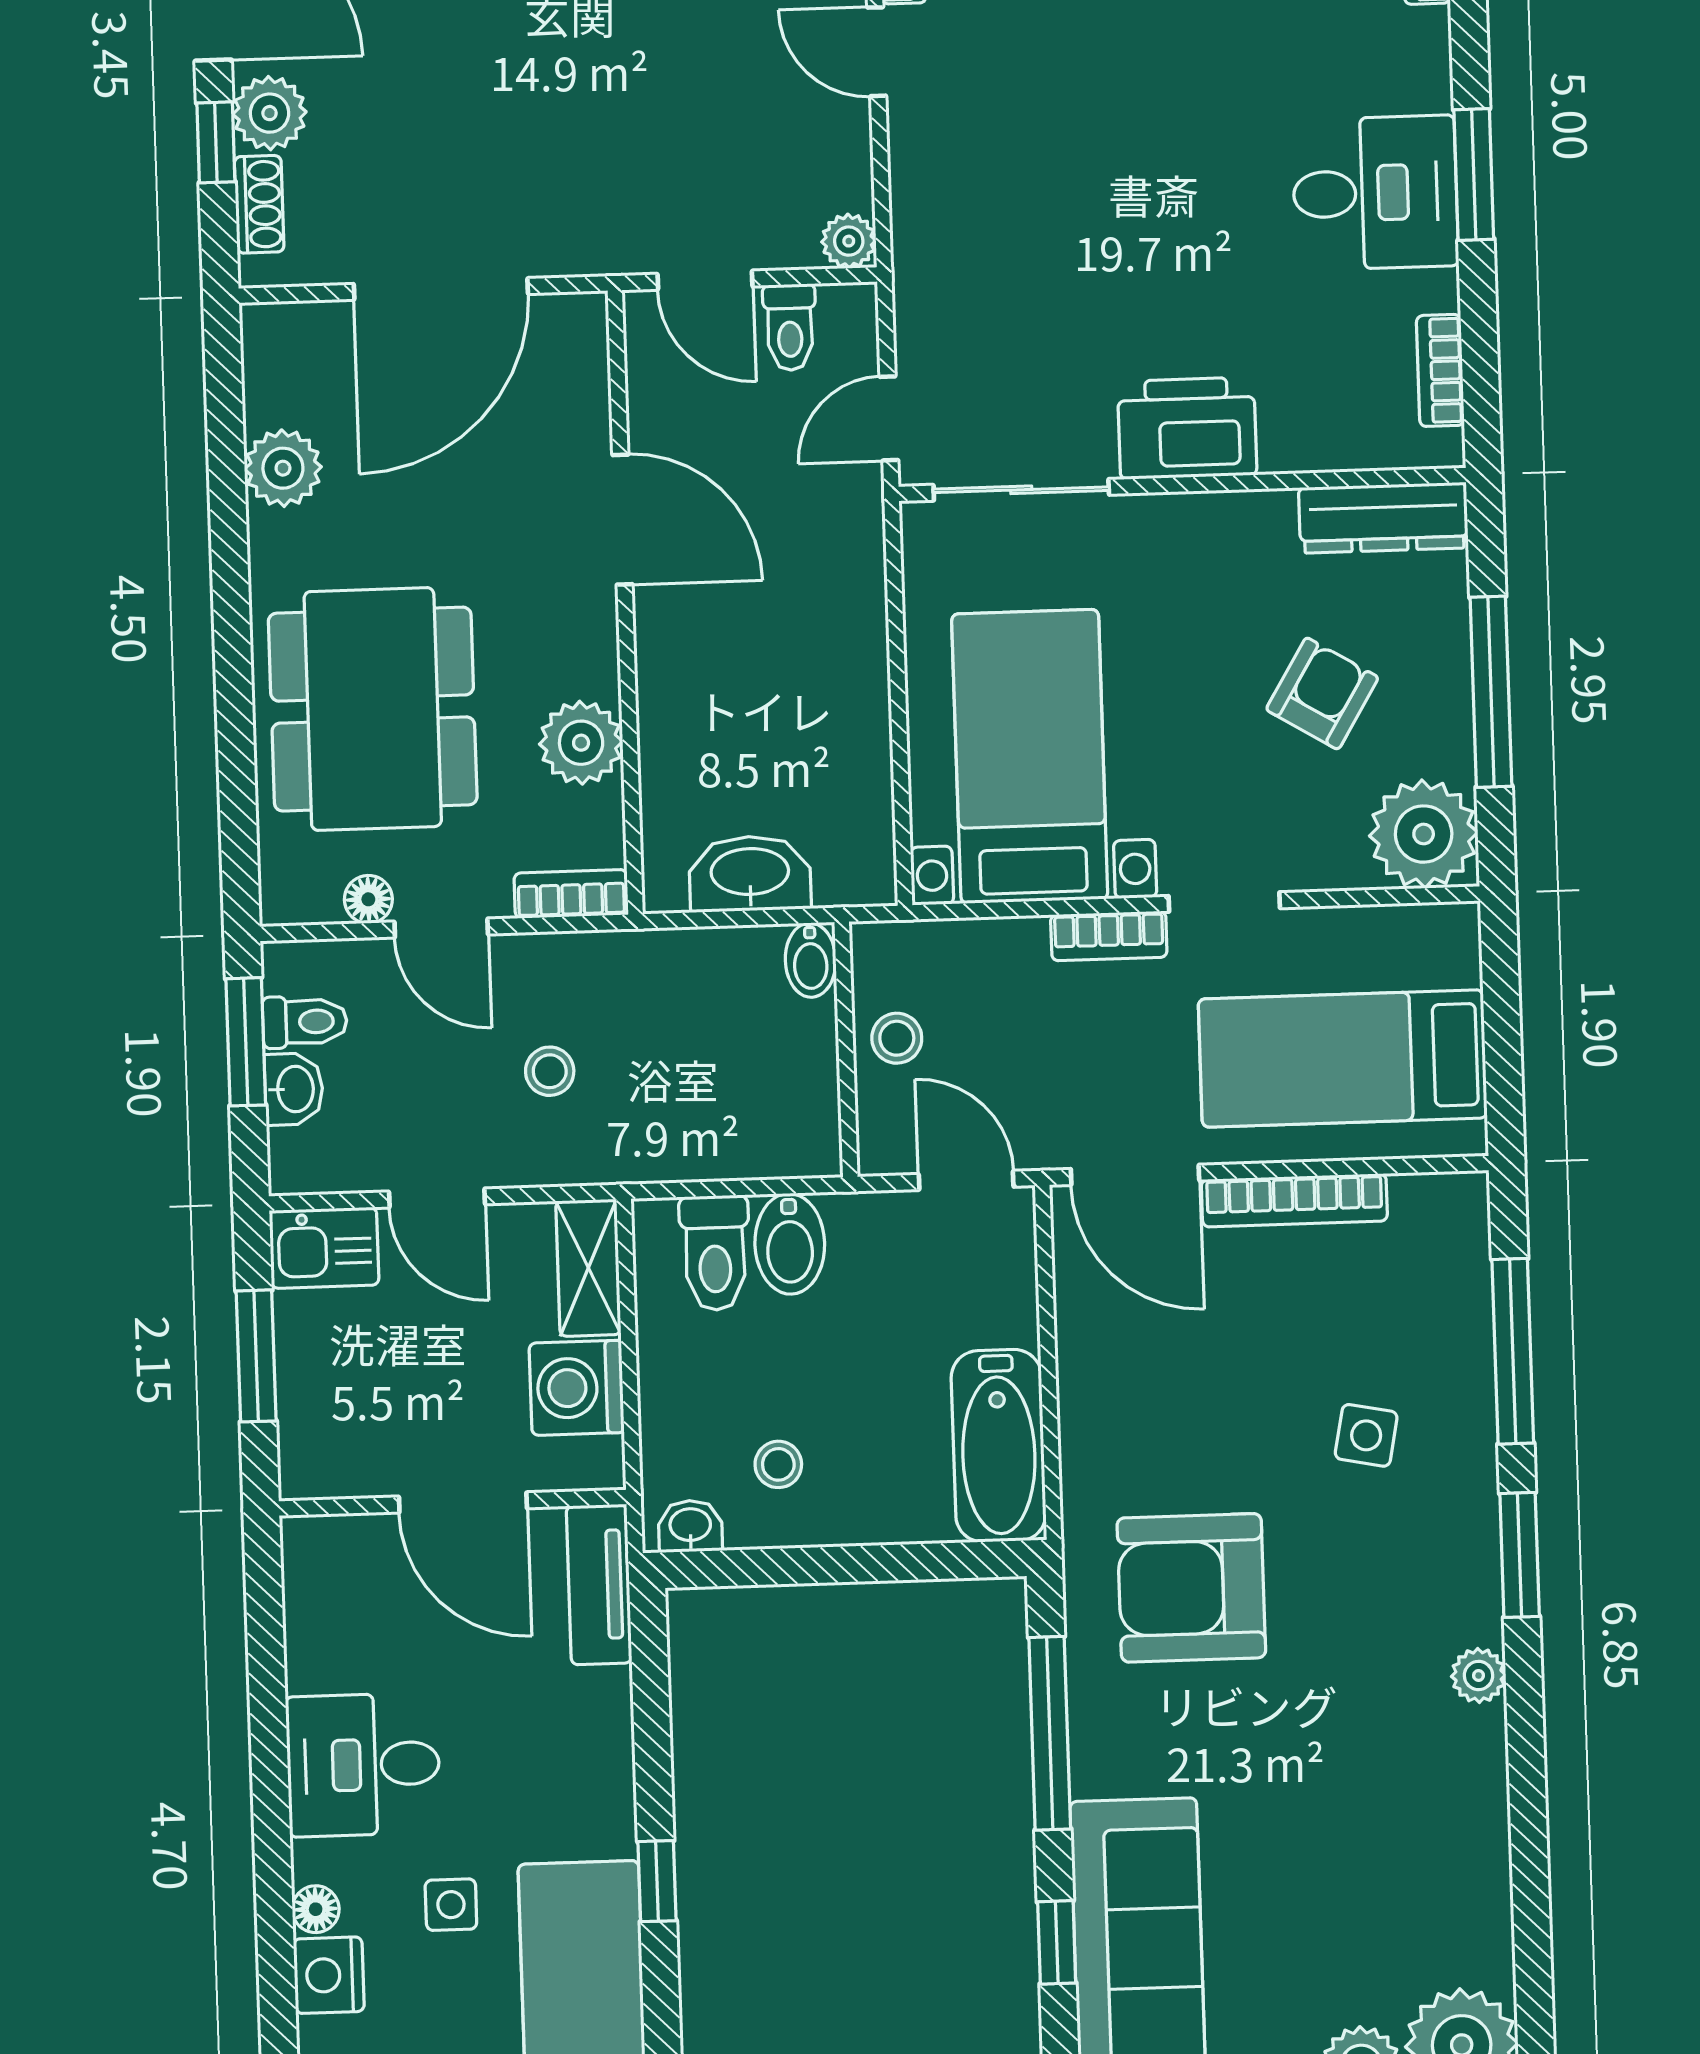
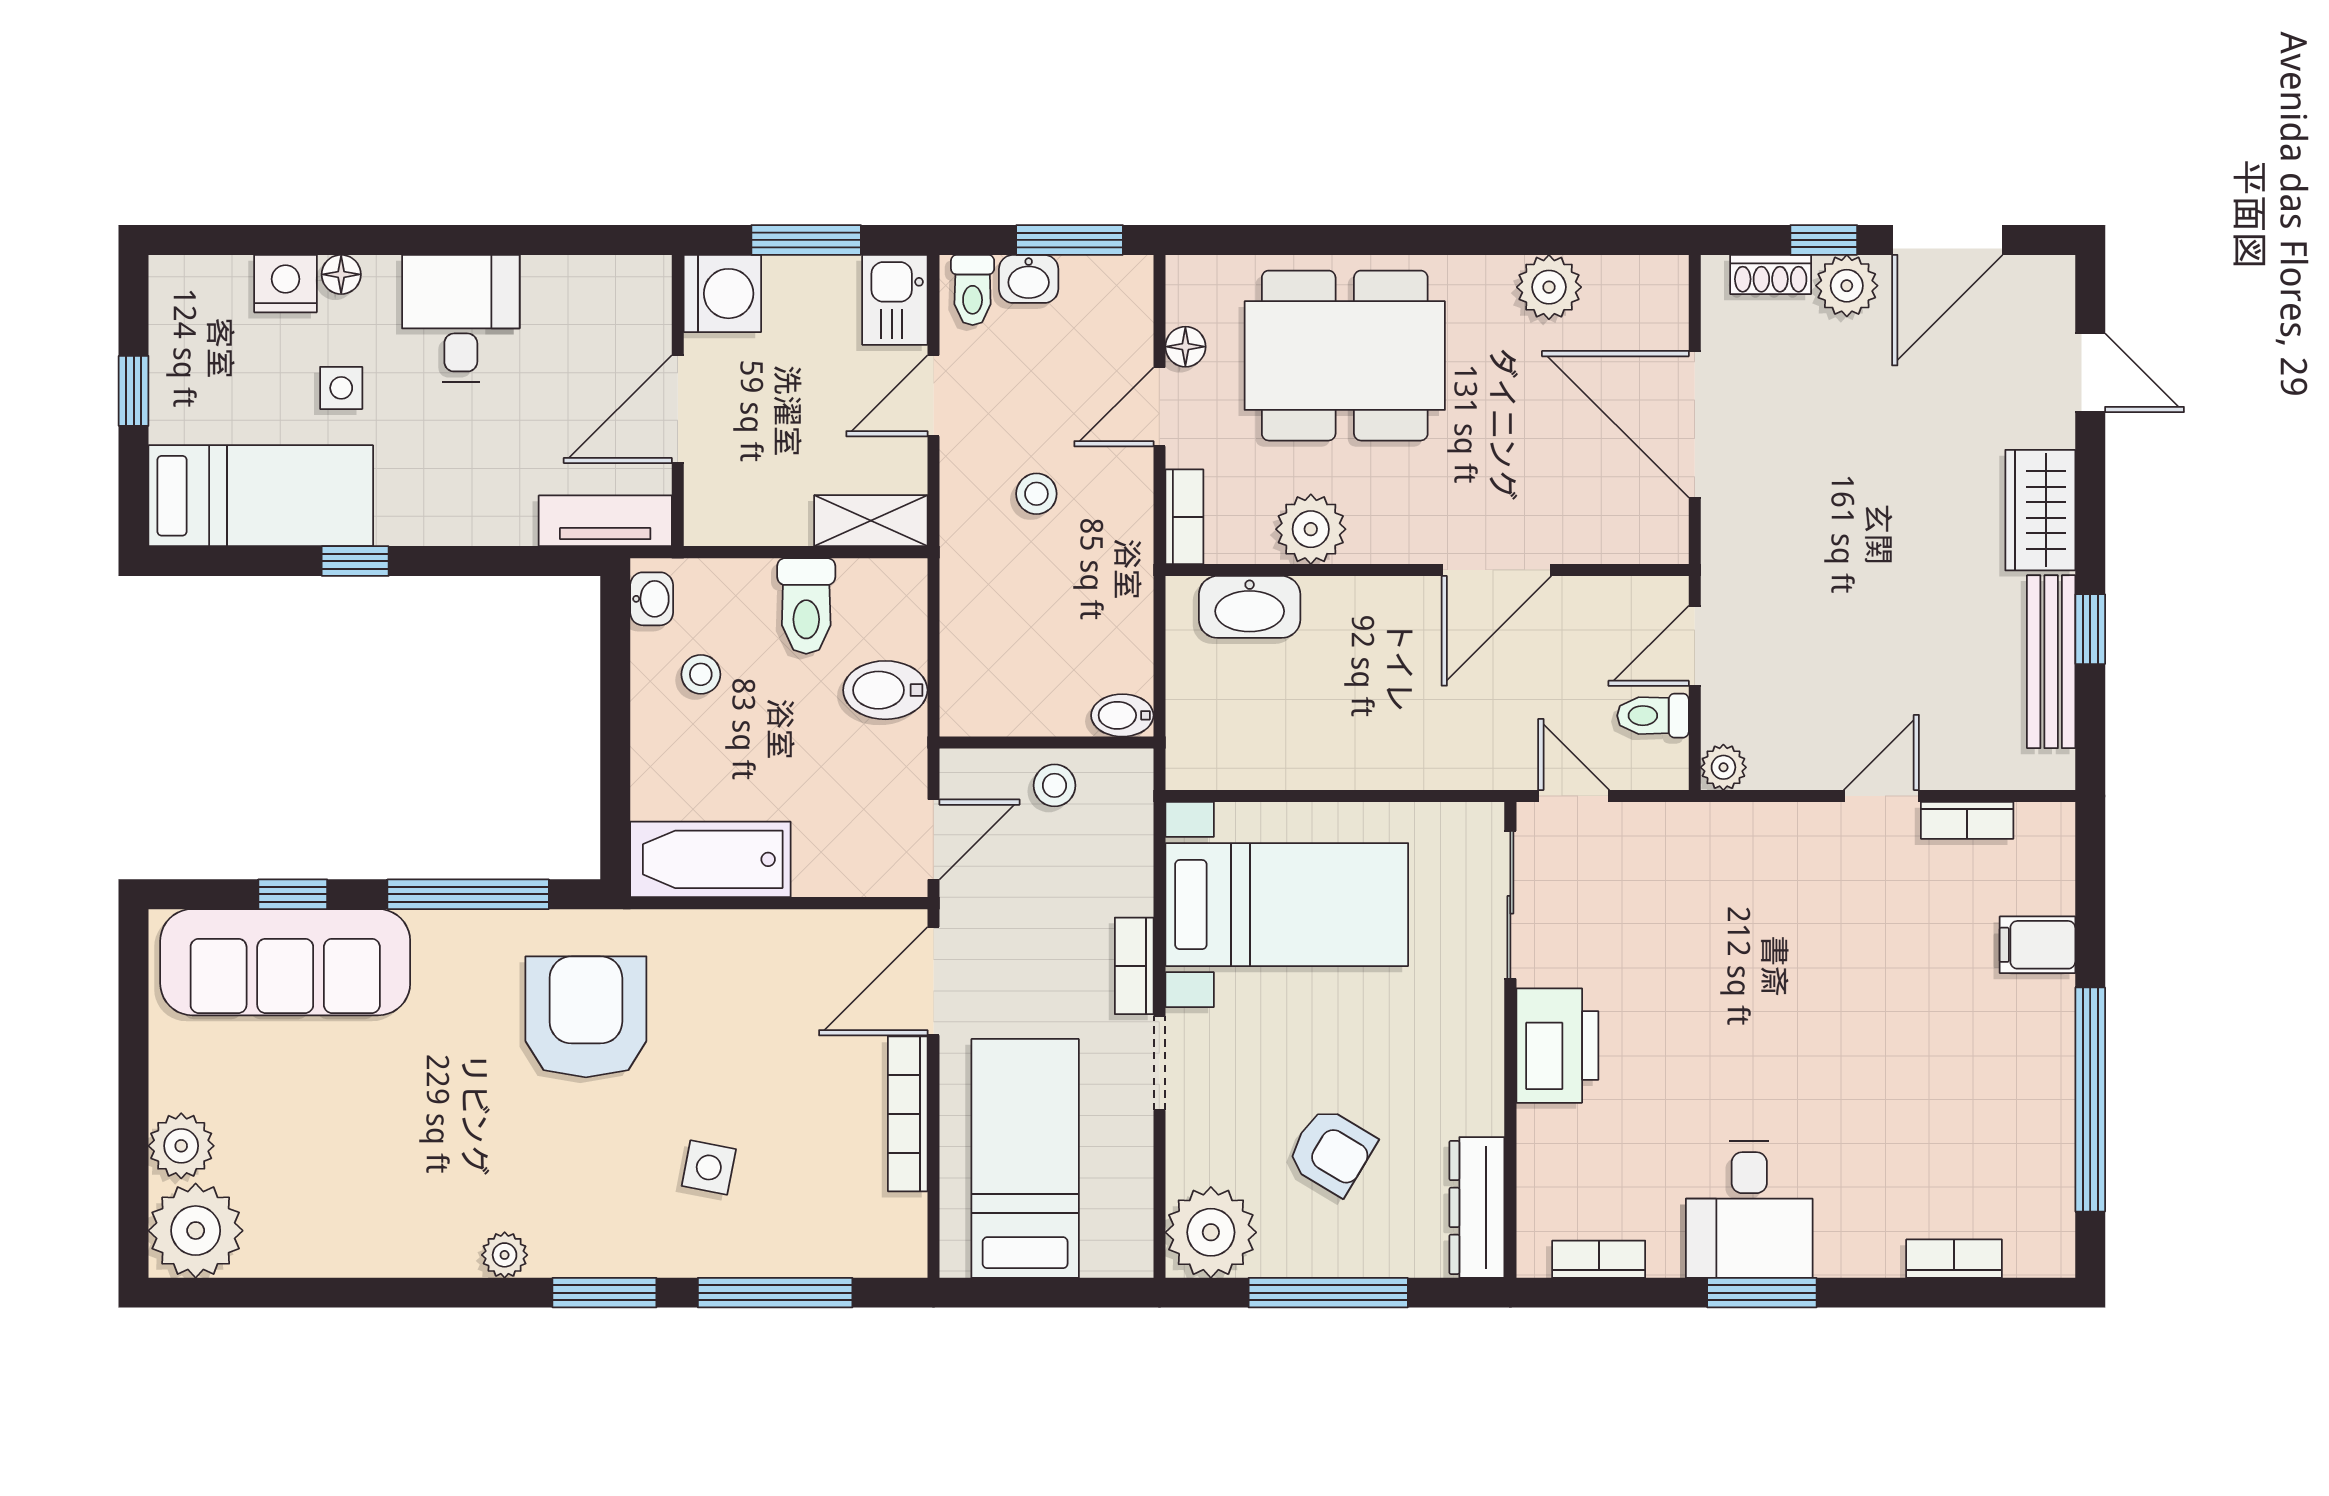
washbasin: (750, 874) -> (1250, 607), moved, turned 90
toilet: (305, 1022) -> (973, 290), moved
toilet: (715, 1253) -> (806, 606), moved, turned -90
washing machine: (577, 1388) -> (722, 294), moved, turned 90

